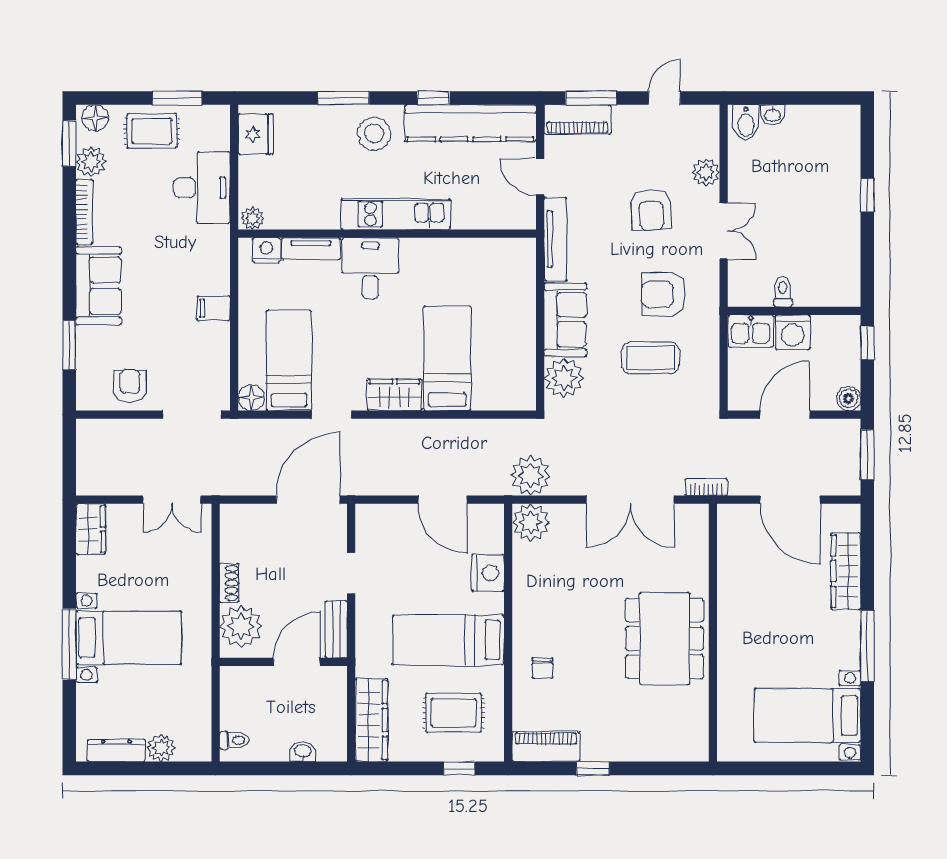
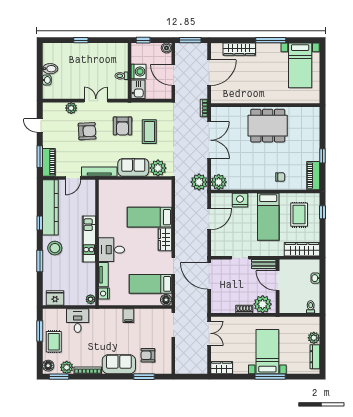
bidet: (746, 123) -> (50, 69), moved
desk: (202, 188) -> (78, 321), width x0.73
armchair: (130, 386) -> (148, 355), moved

